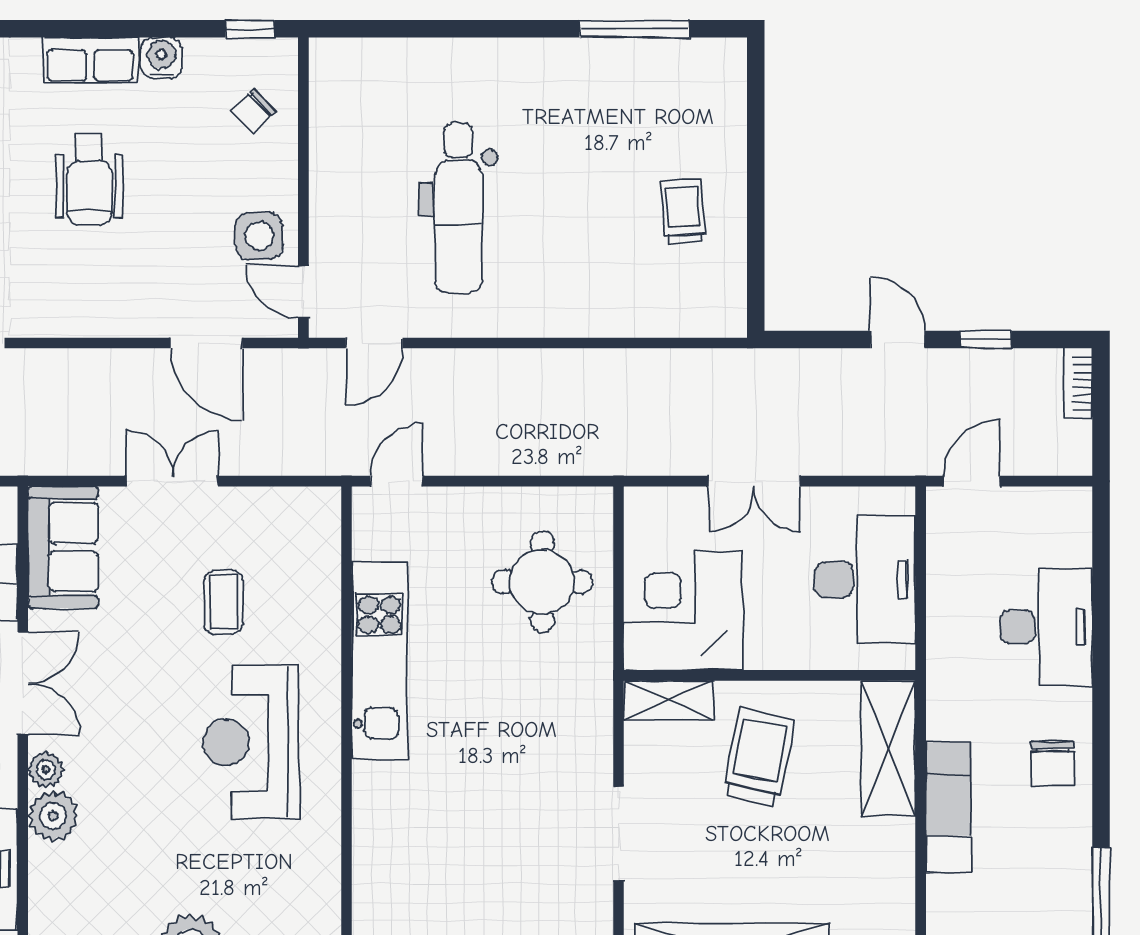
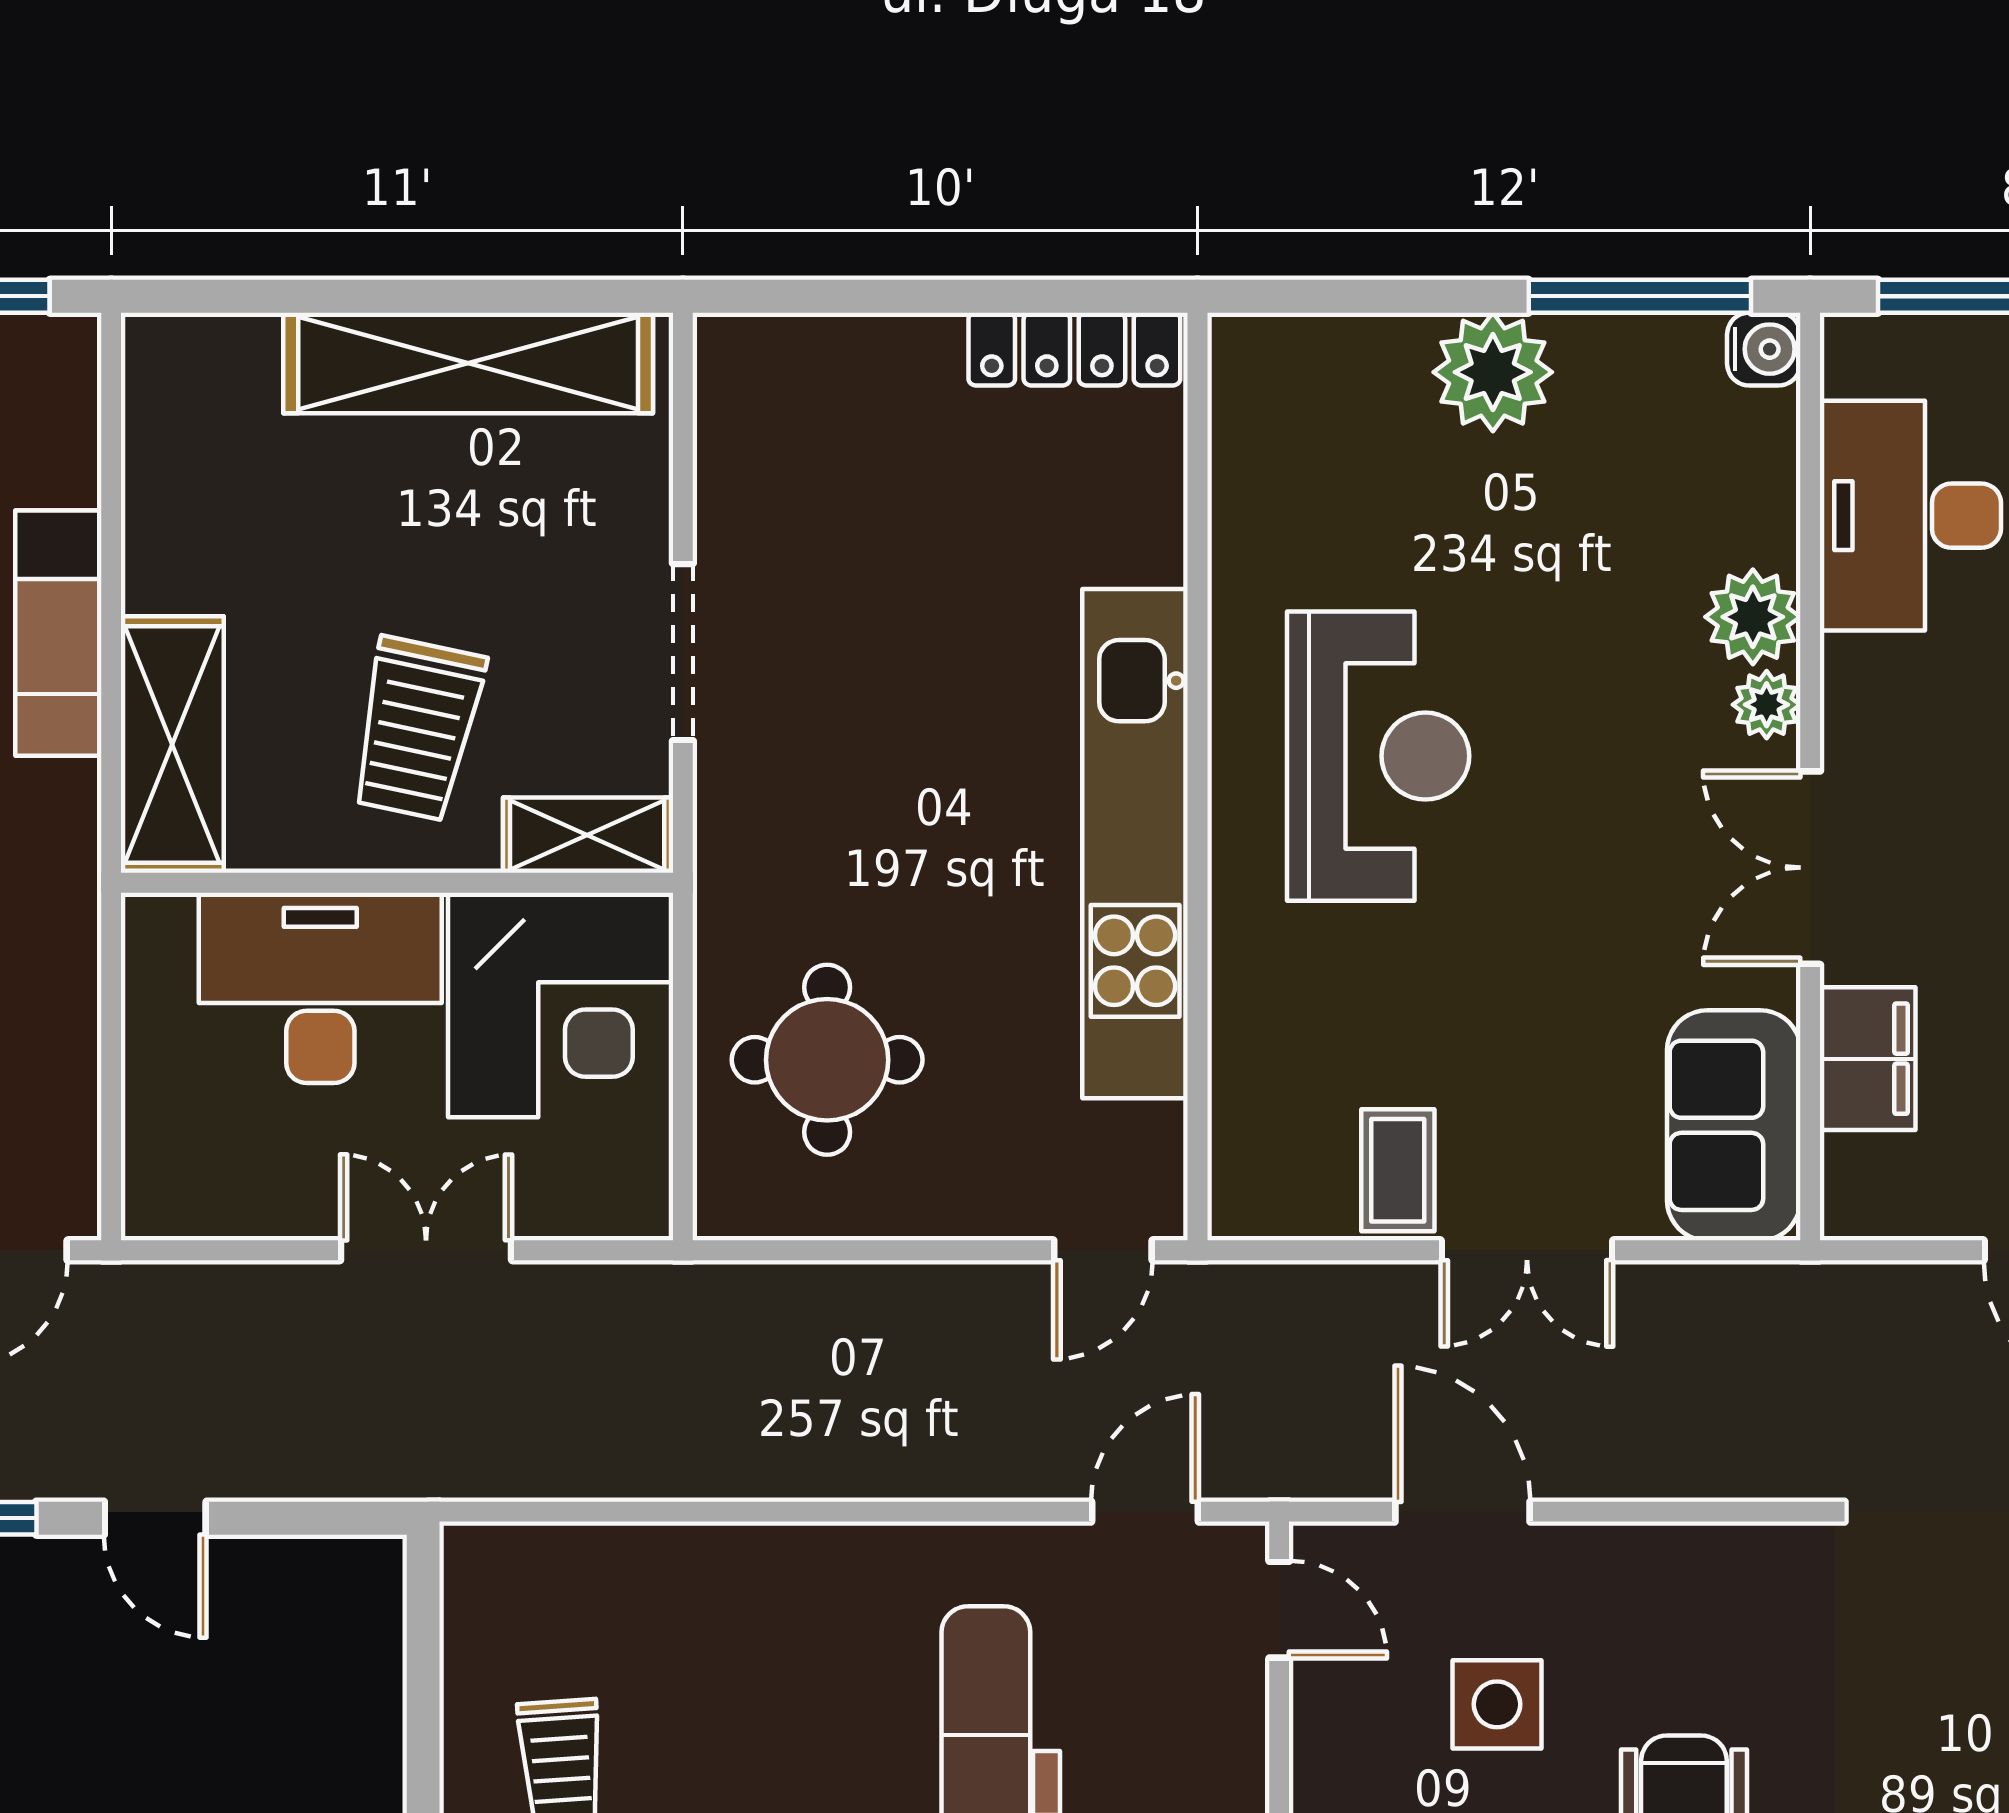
side table: (259, 236) -> (1497, 1704), moved
desk: (865, 579) -> (320, 988), moved, turned 90
coffee table: (223, 602) -> (1398, 1170), moved
kitchen unit: (379, 660) -> (1135, 844), width x1.36
doorway: (618, 834) -> (683, 652), moved

